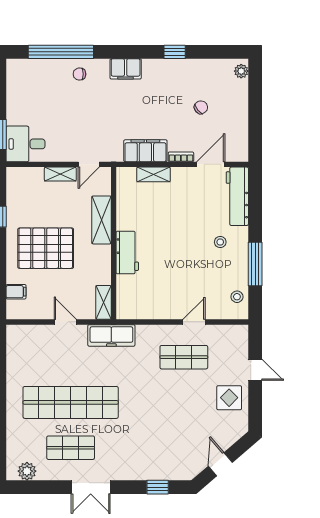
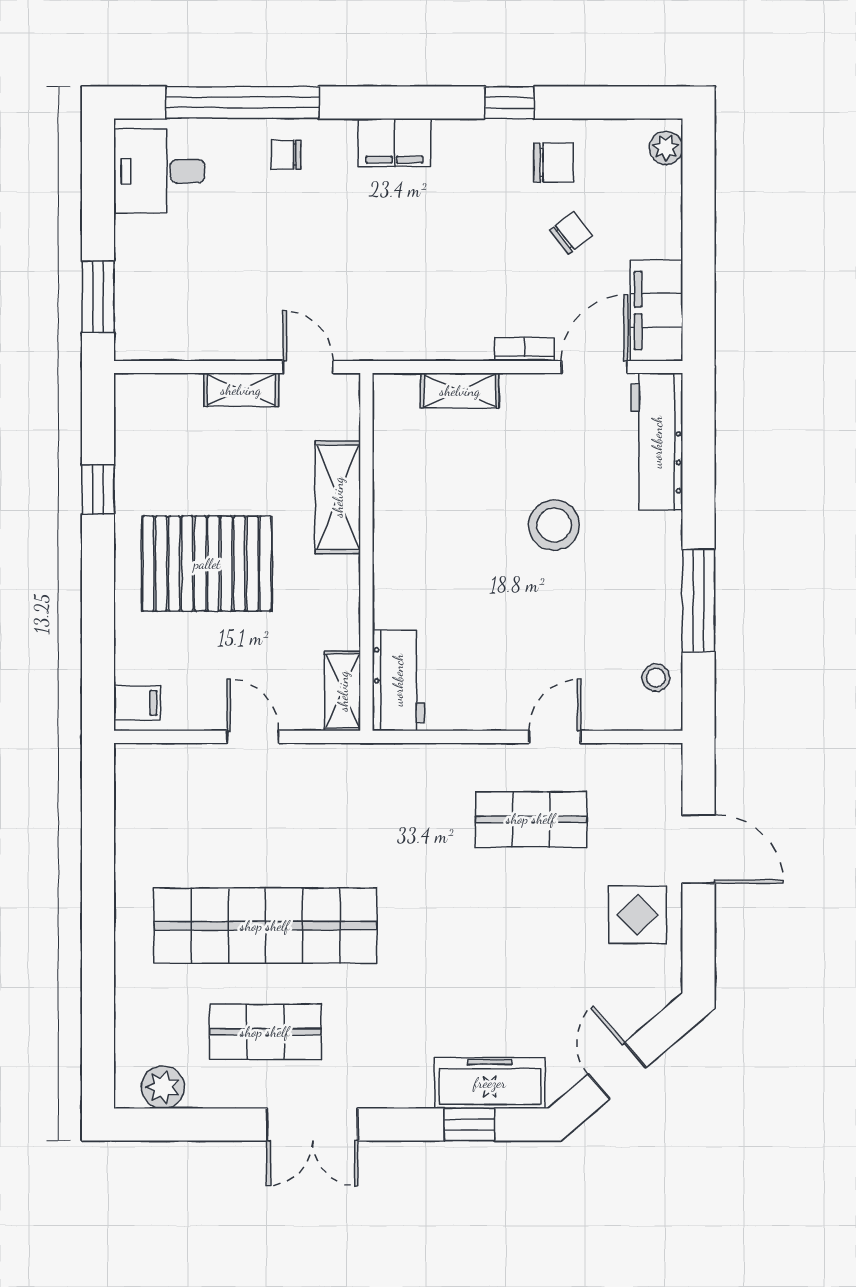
chair: (193, 77) -> (553, 163), added
desk: (25, 144) -> (159, 171), moved
filing cabinet: (145, 151) -> (656, 310), moved, turned -90
door: (89, 164) -> (308, 367), swing flipped
stool: (220, 242) -> (554, 525), moved, width x1.89, depth x1.89
workbench: (127, 253) -> (398, 680), moved
filing cabinet: (16, 292) -> (137, 703), moved
freezer: (111, 335) -> (490, 1083), moved, turned 180
door: (255, 370) -> (698, 849), width x1.38

